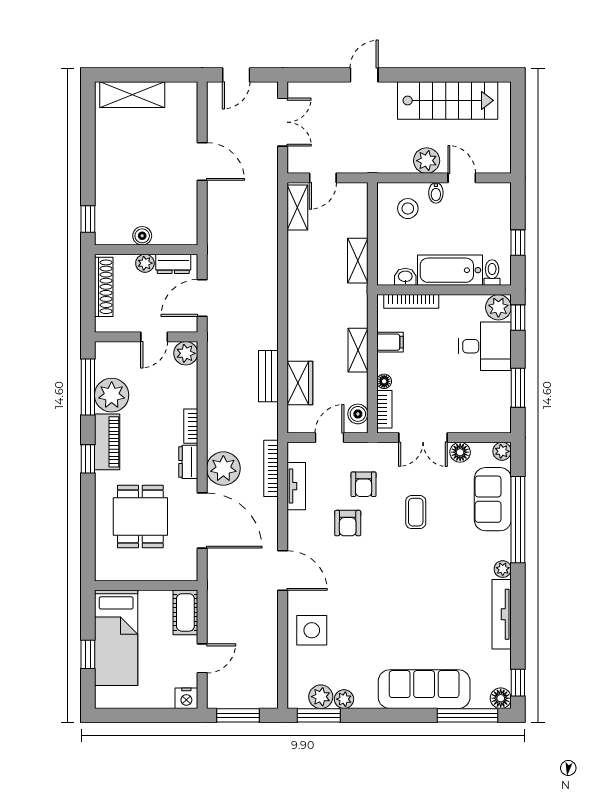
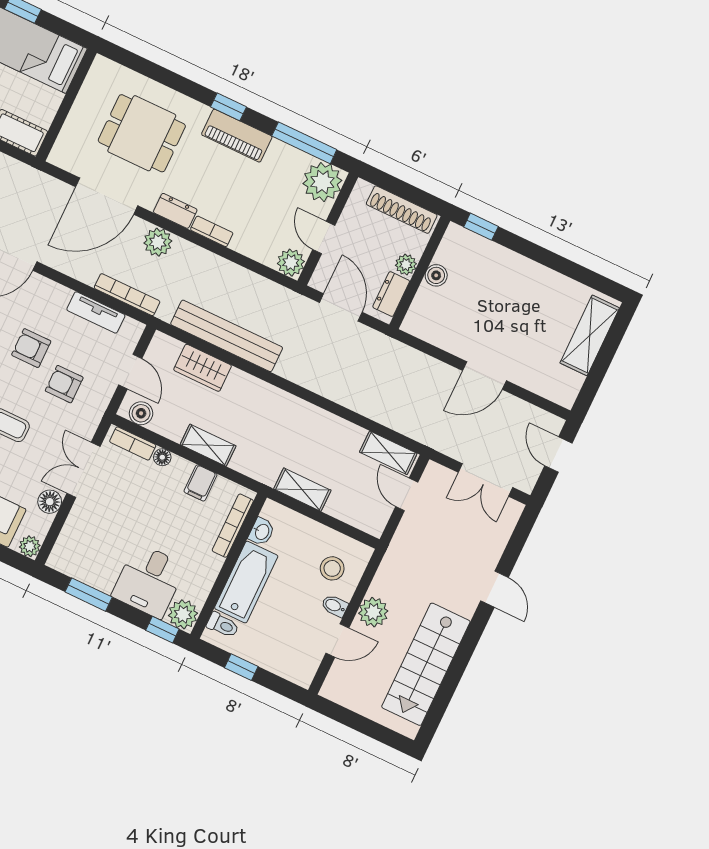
bench: (268, 376) -> (227, 336), width x1.86, depth x1.21
plant: (112, 395) -> (322, 182), moved
plant: (223, 468) -> (158, 242), width x0.73, depth x0.73

